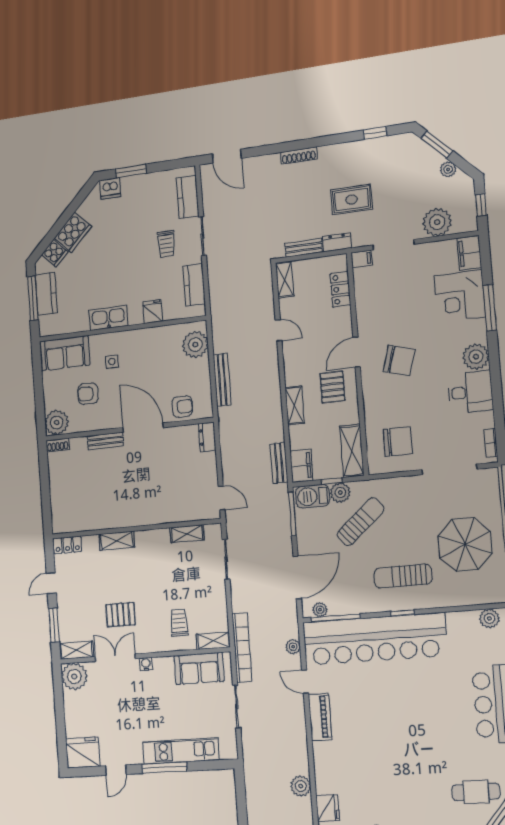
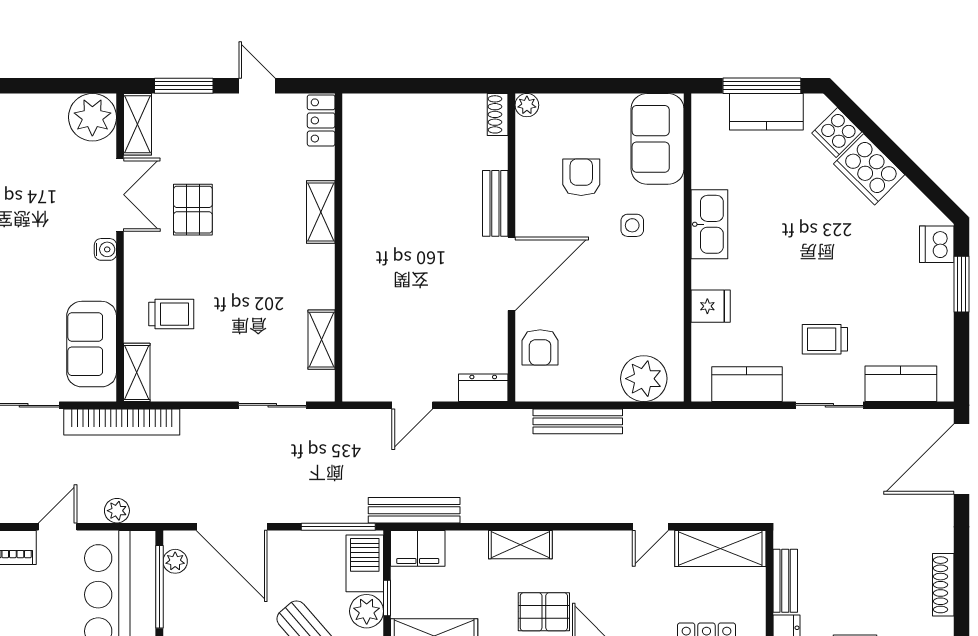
door: (227, 156) -> (962, 459), width x1.36
shelving: (285, 279) -> (720, 549), width x1.50, depth x1.33
plant: (57, 422) -> (527, 105), width x0.53, depth x0.53
bench: (279, 463) -> (414, 510), width x1.36
door: (221, 498) -> (412, 405), moved

